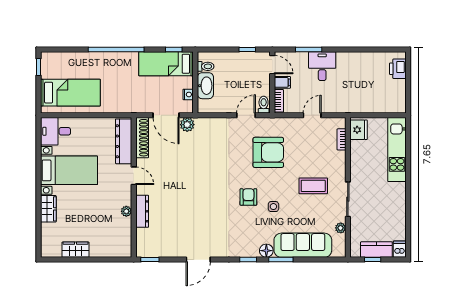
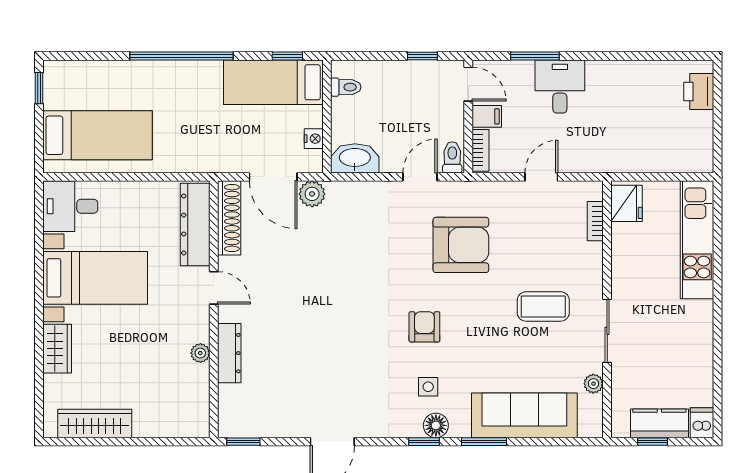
washbasin: (205, 86) -> (355, 158), moved, turned -90
side table: (273, 207) -> (428, 387), moved
wardrobe: (75, 250) -> (95, 423), width x1.50
floor lamp: (266, 251) -> (436, 425), moved

